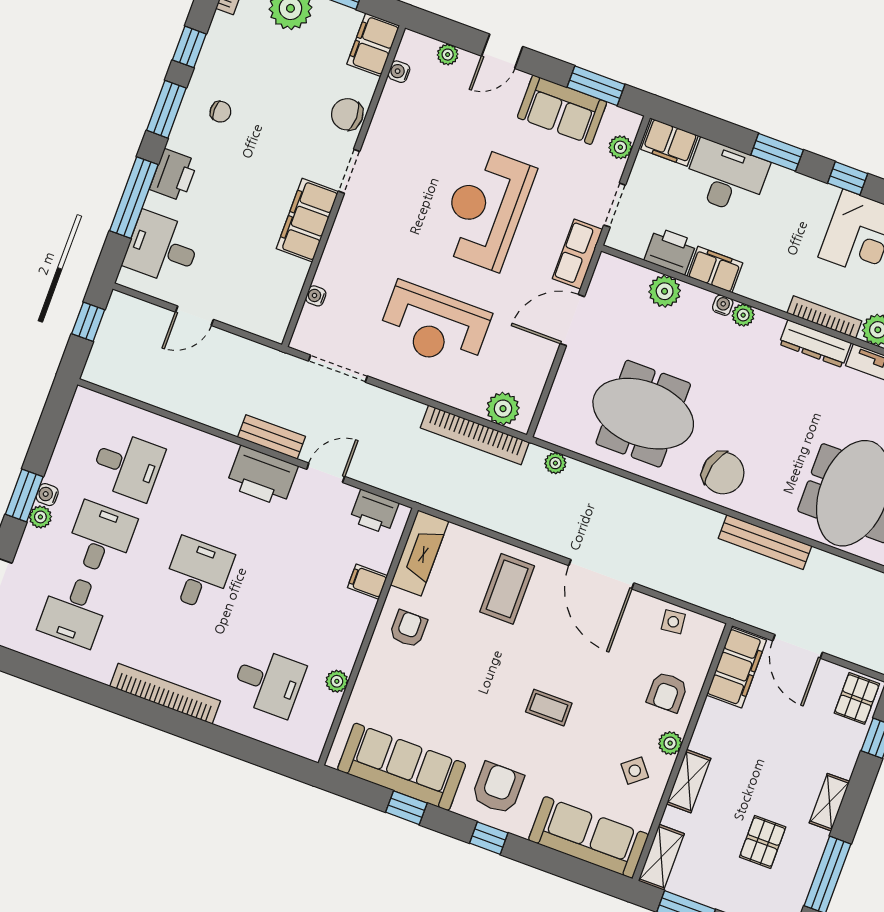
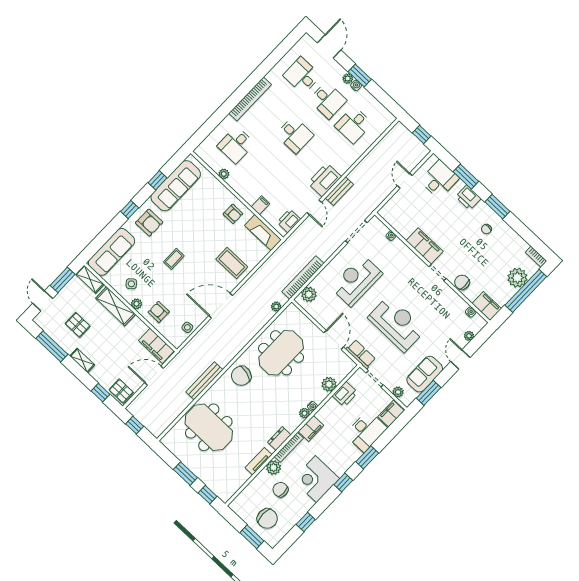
window: (189, 47) -> (520, 228), removed
chair: (347, 114) -> (462, 282), turned -90
window: (134, 198) -> (466, 177), width x0.69
filing cabinet: (715, 270) -> (311, 428), moved
dresser: (815, 344) -> (279, 438), width x0.70
shelving: (689, 781) -> (116, 306), width x1.50, depth x1.33

